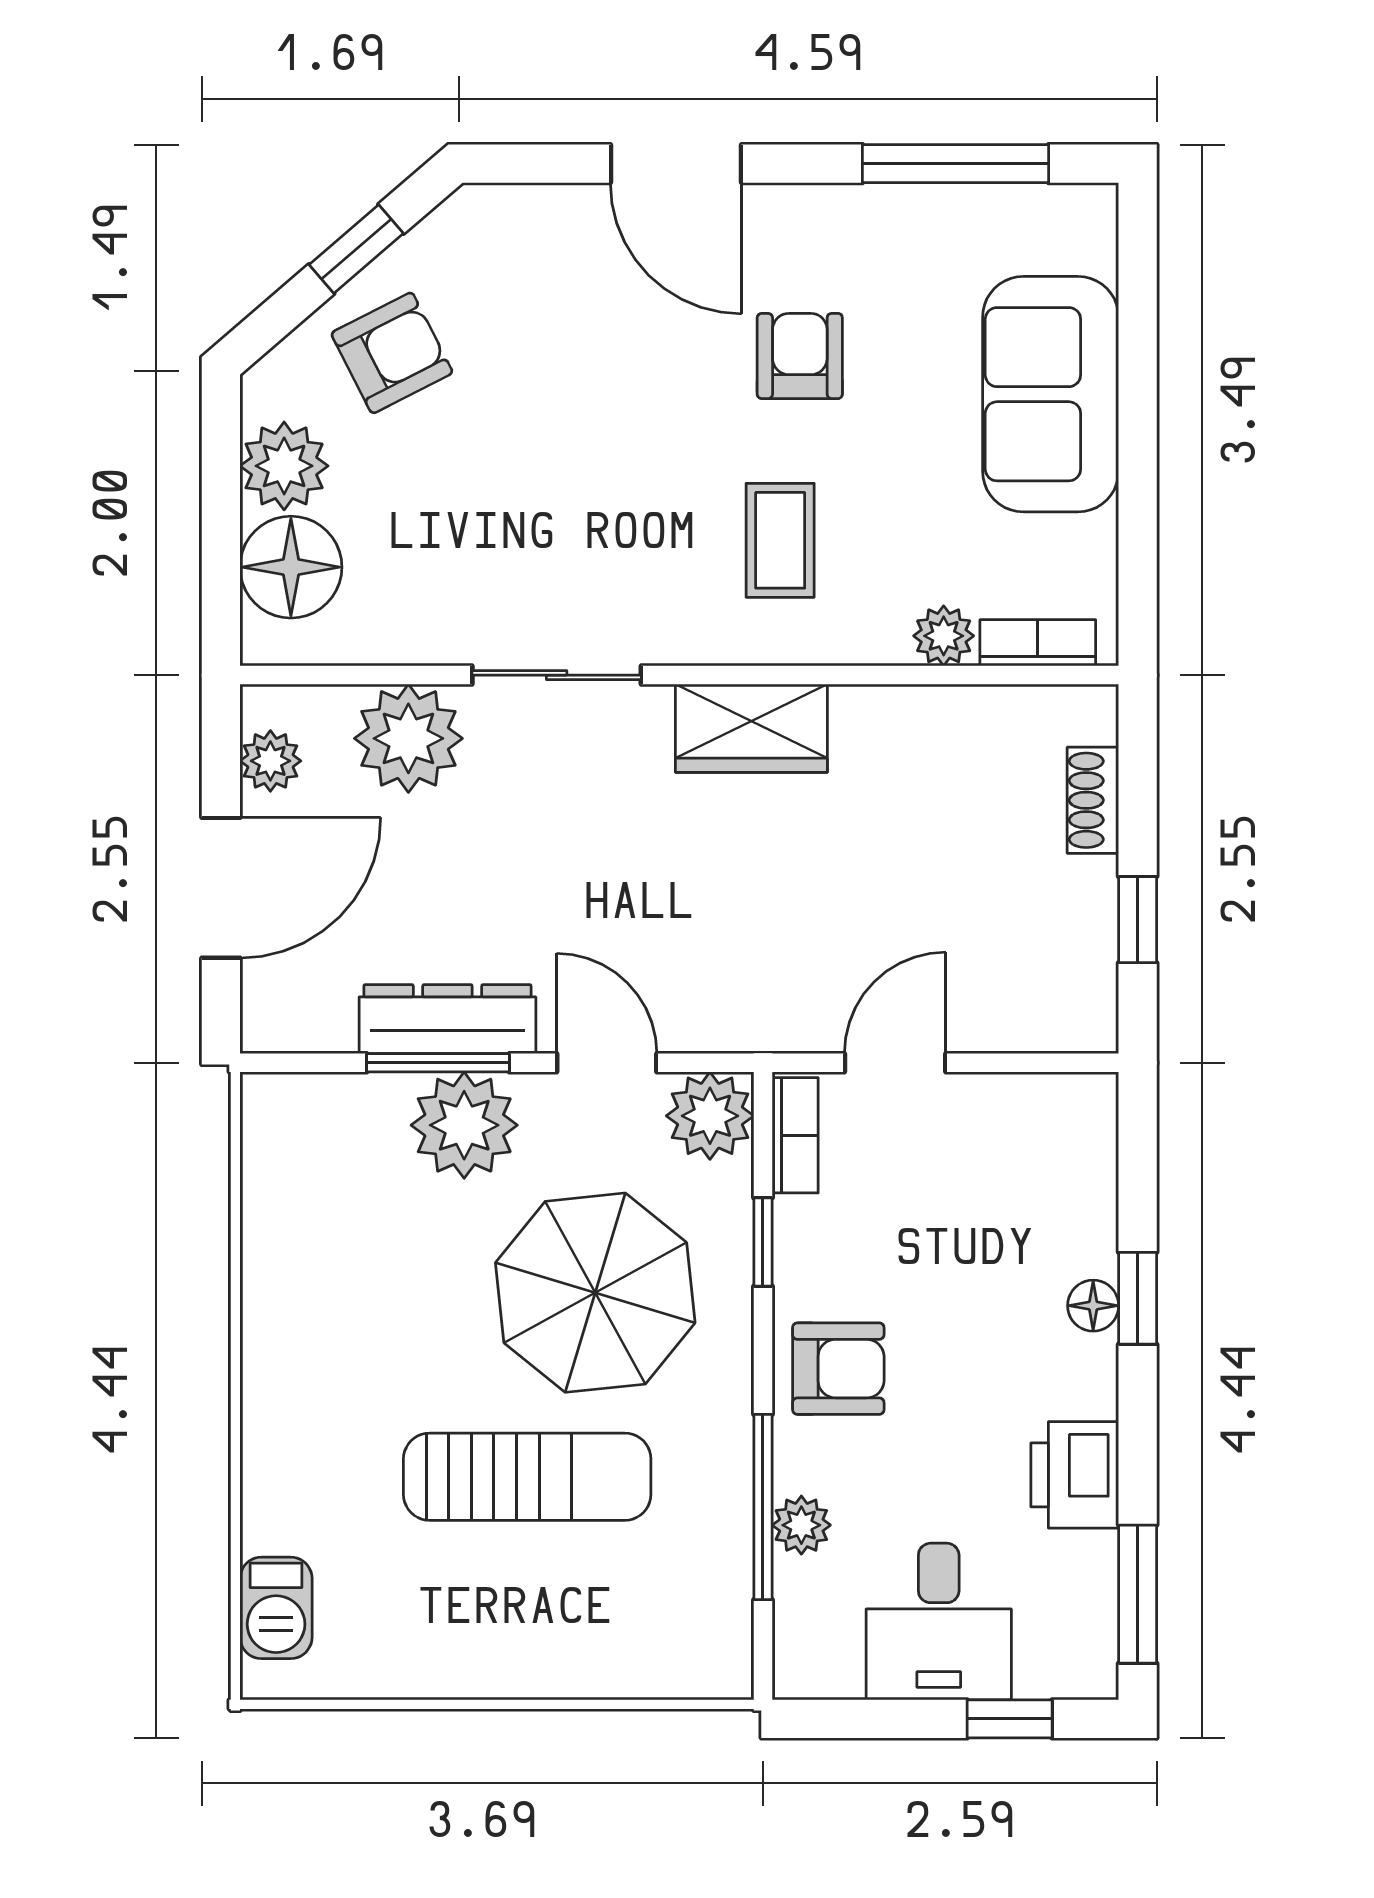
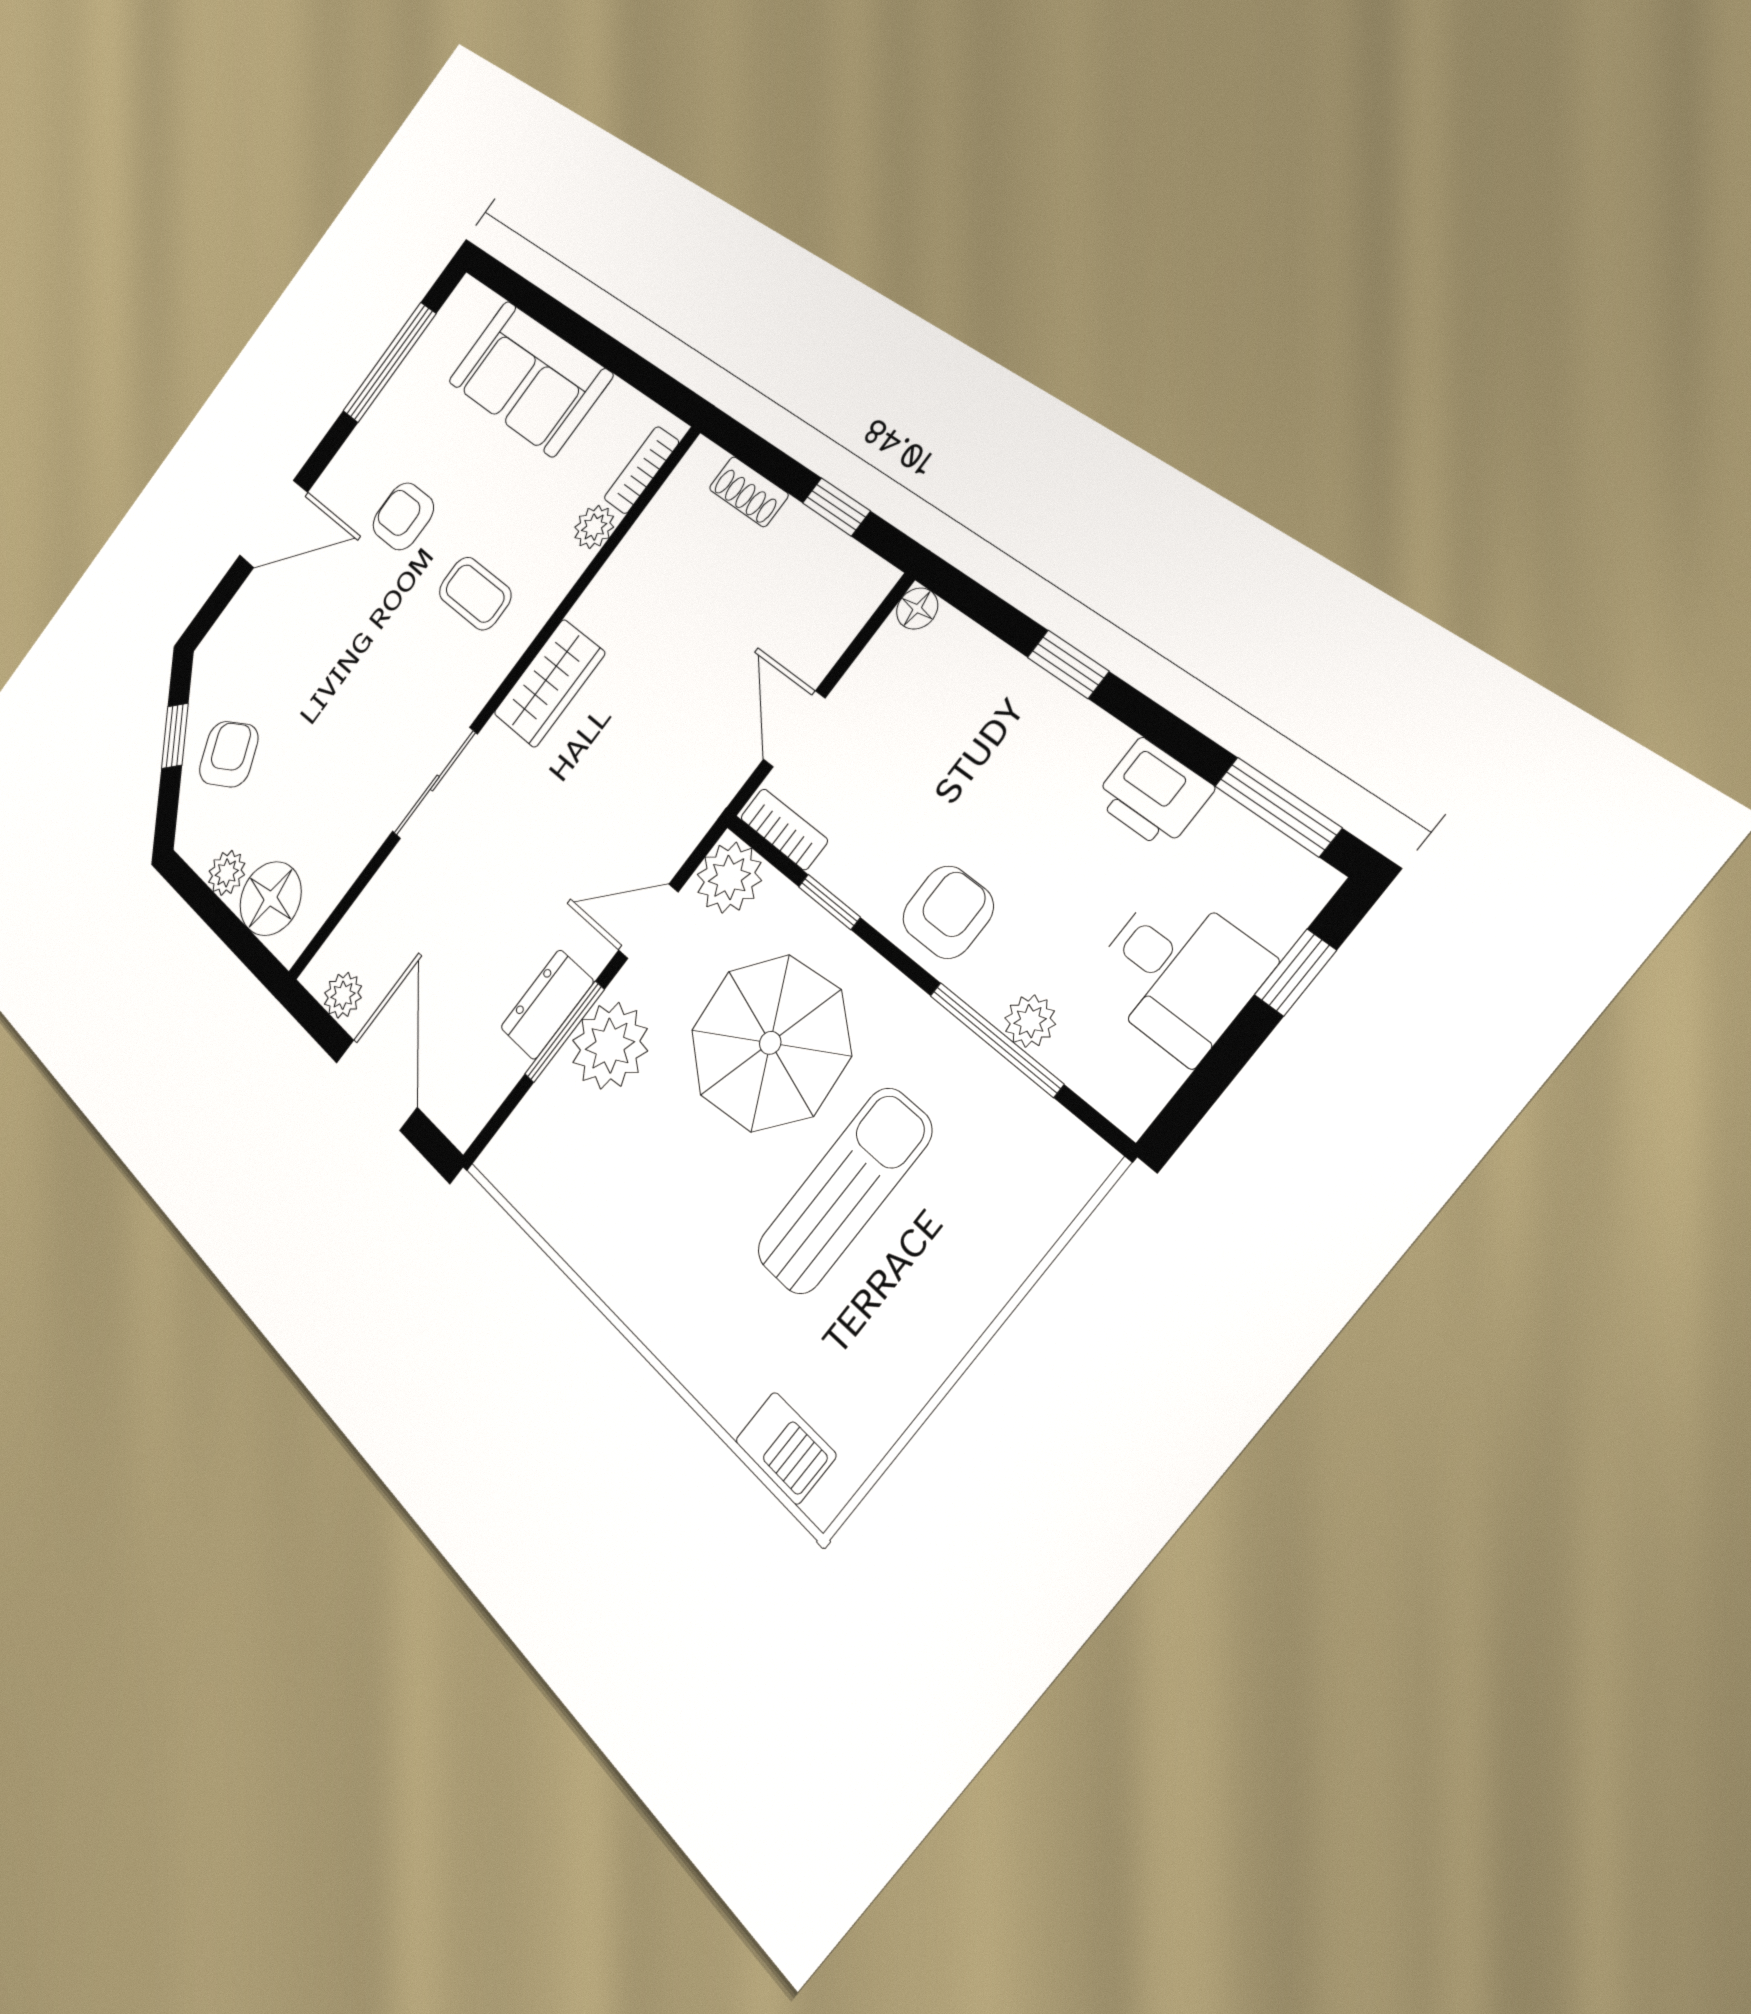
plant: (284, 466) -> (227, 873), width x0.73, depth x0.73
plant: (408, 738) -> (396, 901), removed
dresser: (447, 1019) -> (547, 1004), width x0.70
floor lamp: (1093, 1306) -> (917, 609), moved

